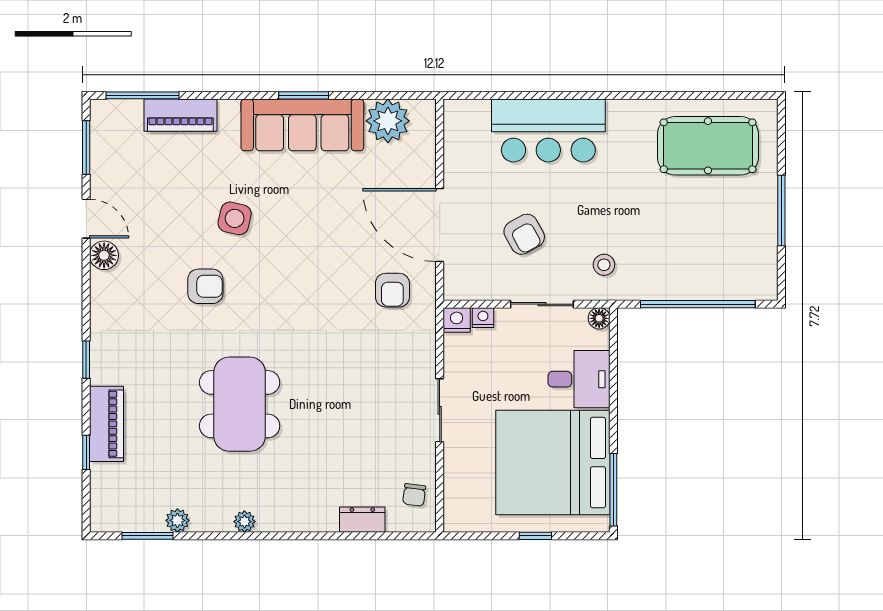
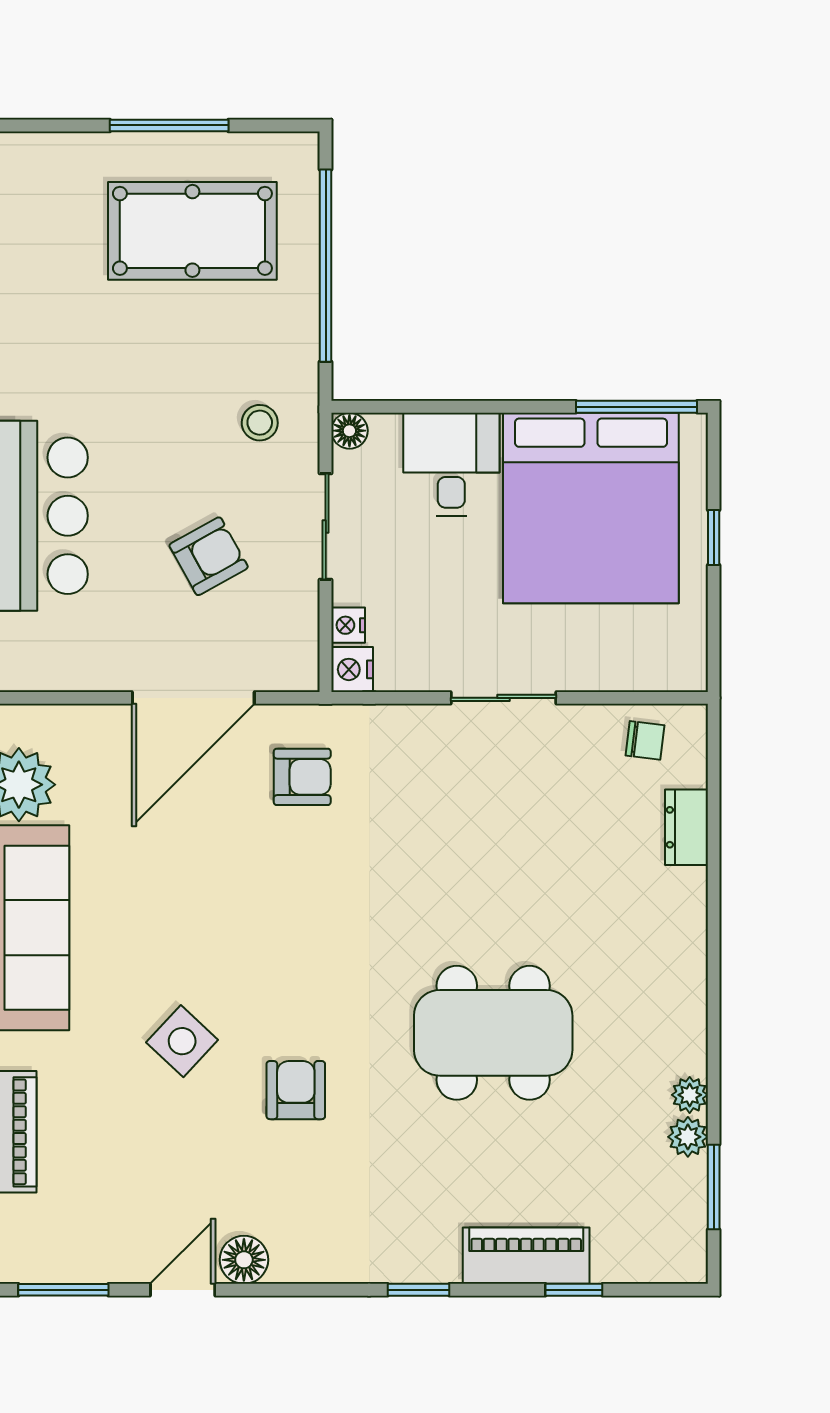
pool table: (708, 146) -> (192, 231), moved, turned 90
side table: (235, 218) -> (182, 1041), turned 30
plant: (244, 522) -> (690, 1095), moved

